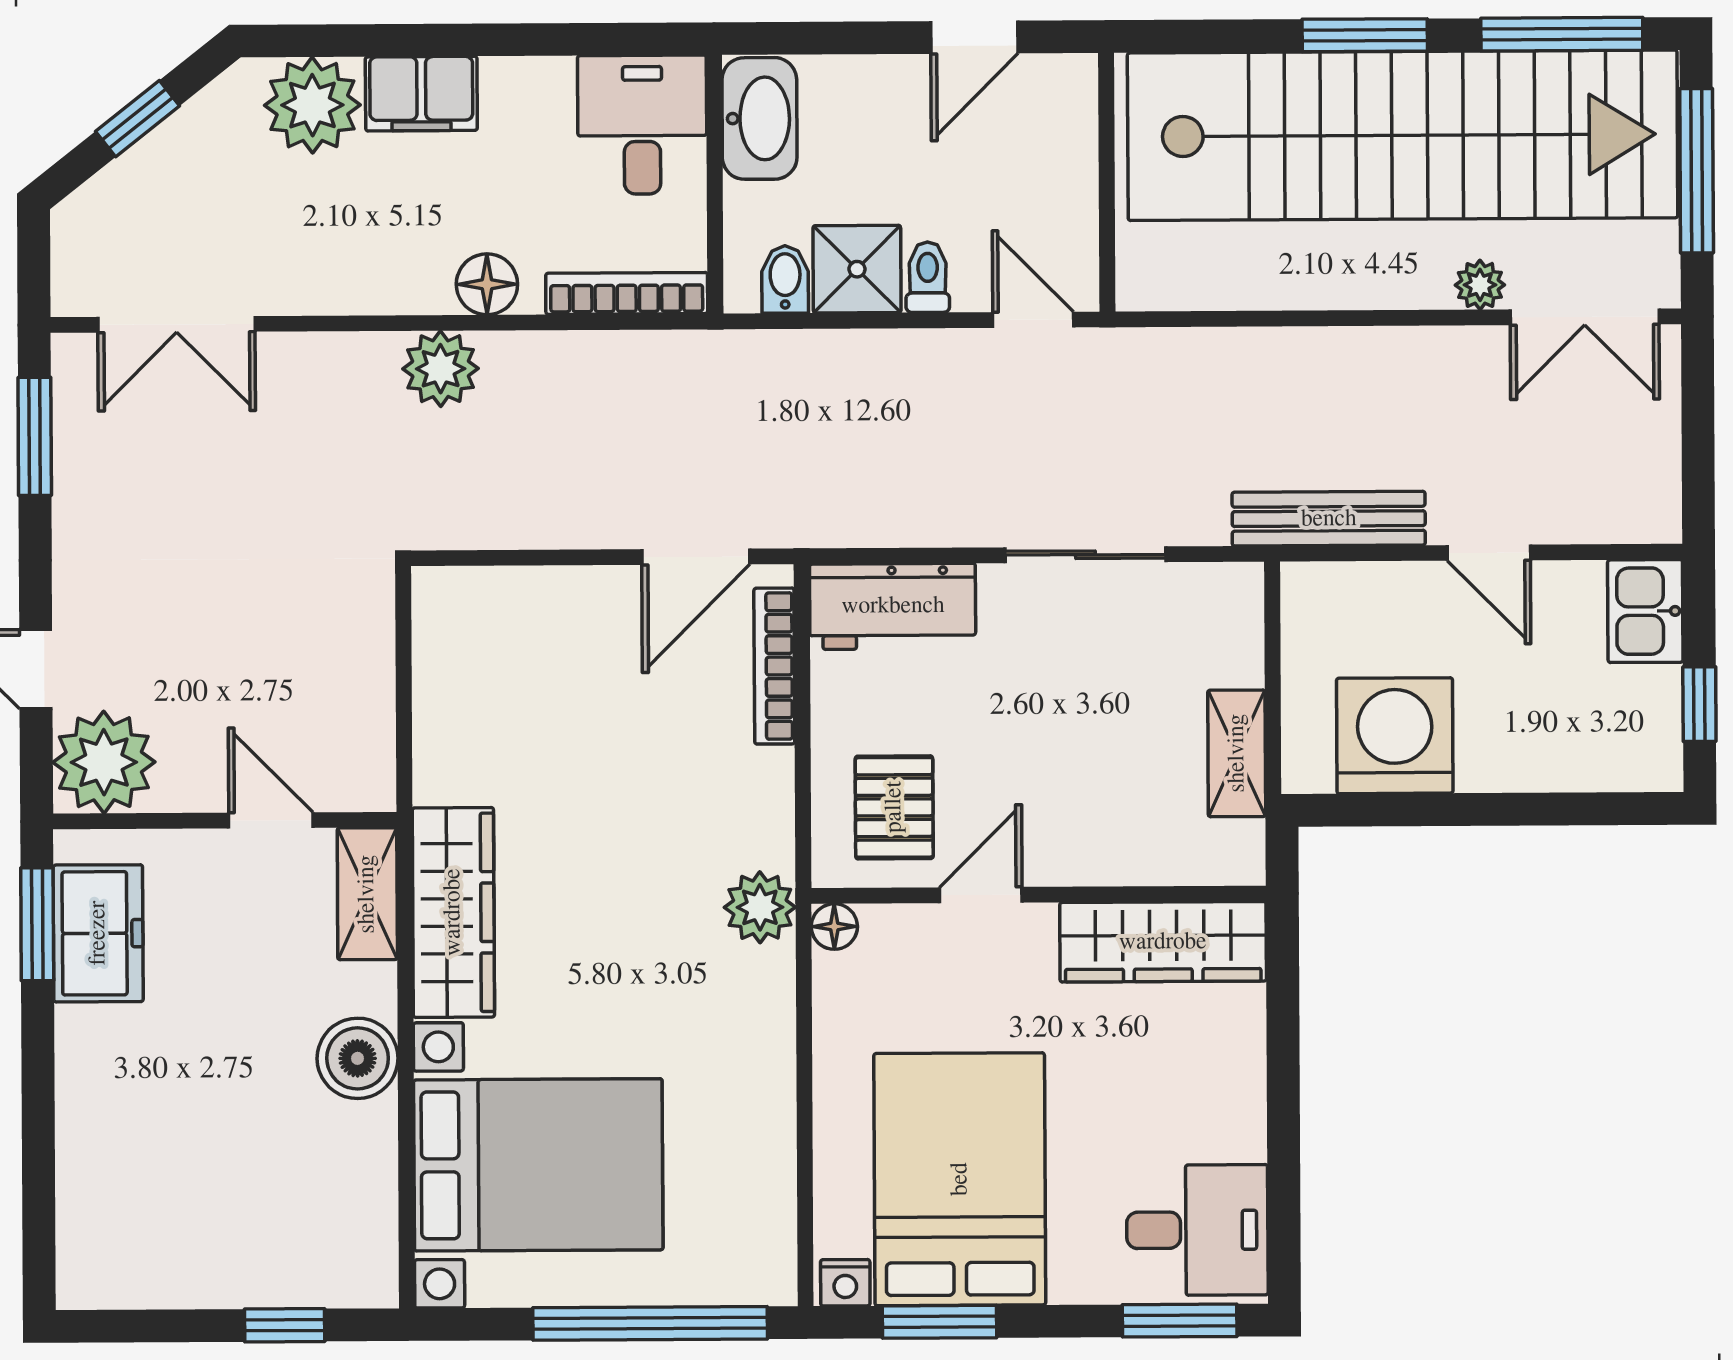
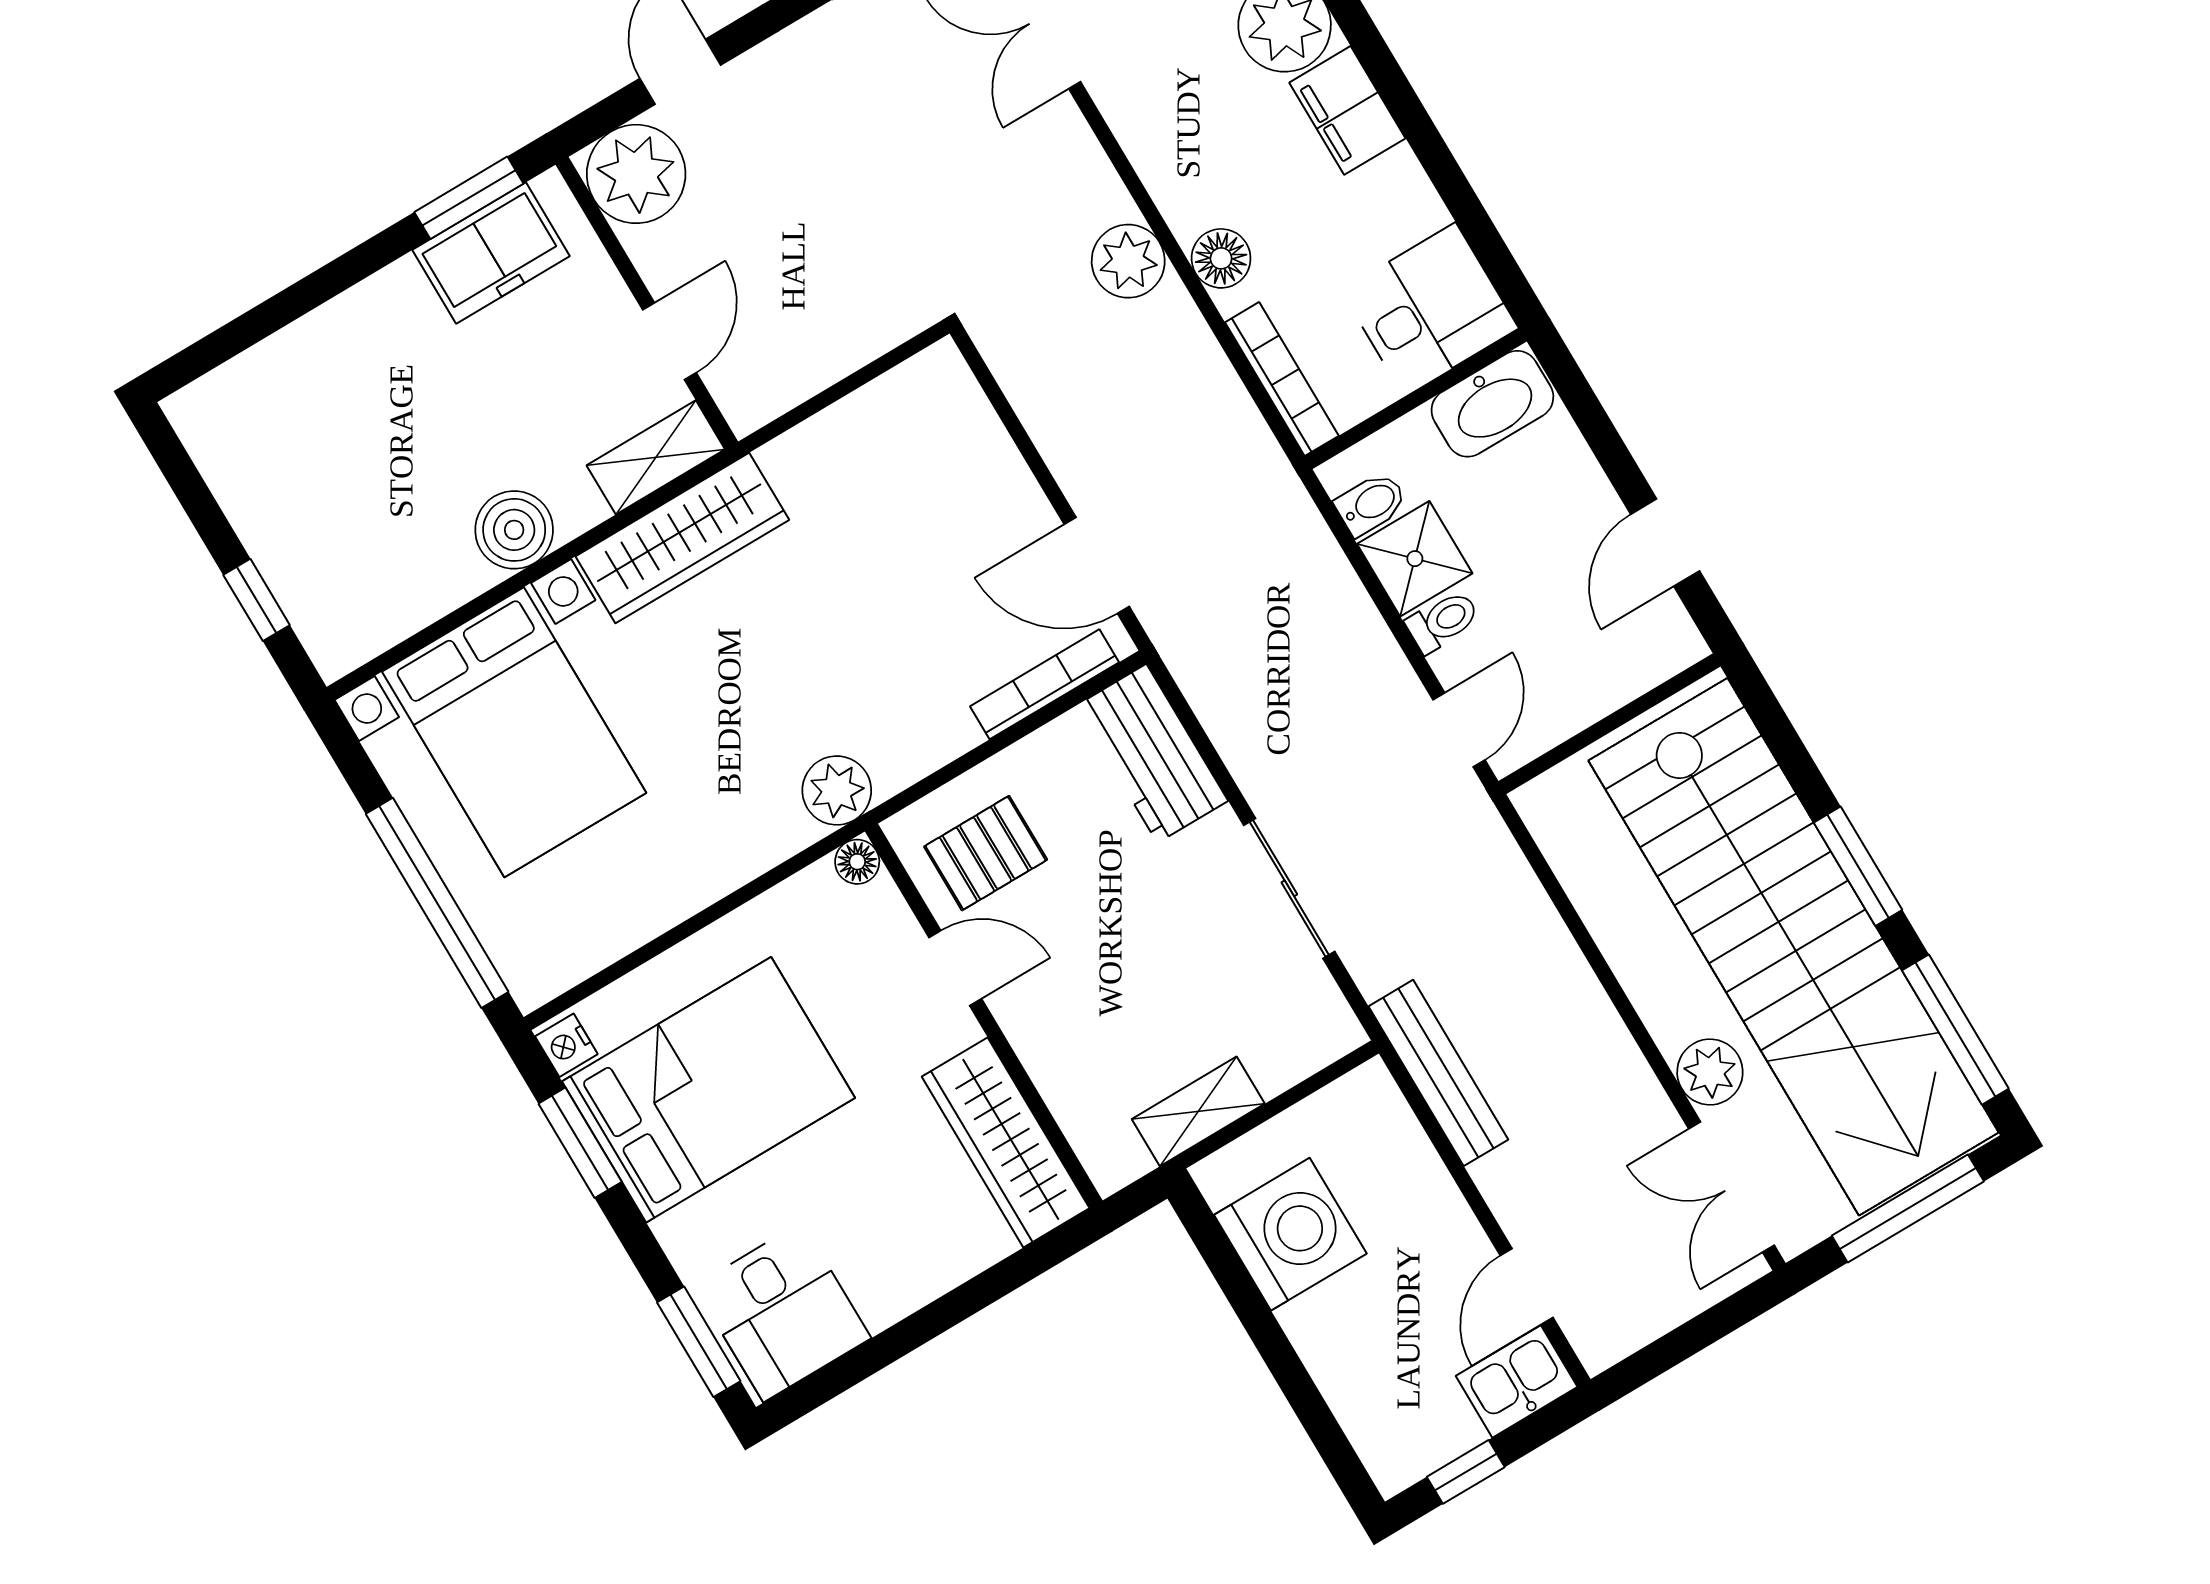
door: (974, 37) -> (1665, 543), hinge flipped
plant: (1480, 285) -> (1710, 1072), width x1.38, depth x1.38
door: (1489, 553) -> (1527, 1287), moved

